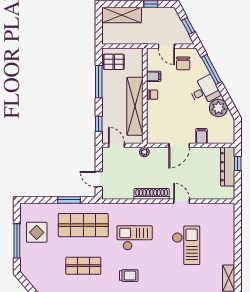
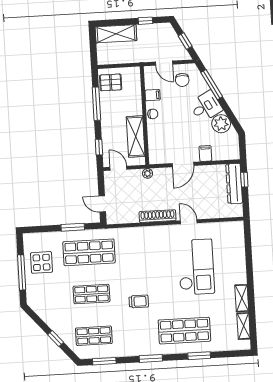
shelving: (135, 106) -> (136, 136), width x0.68
checkout: (135, 238) -> (143, 262), removed
checkout: (186, 245) -> (196, 267), width x1.36, depth x1.21

